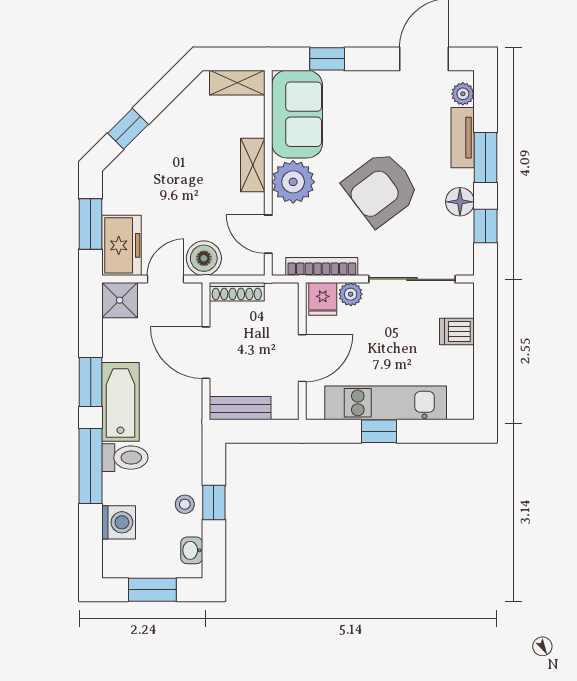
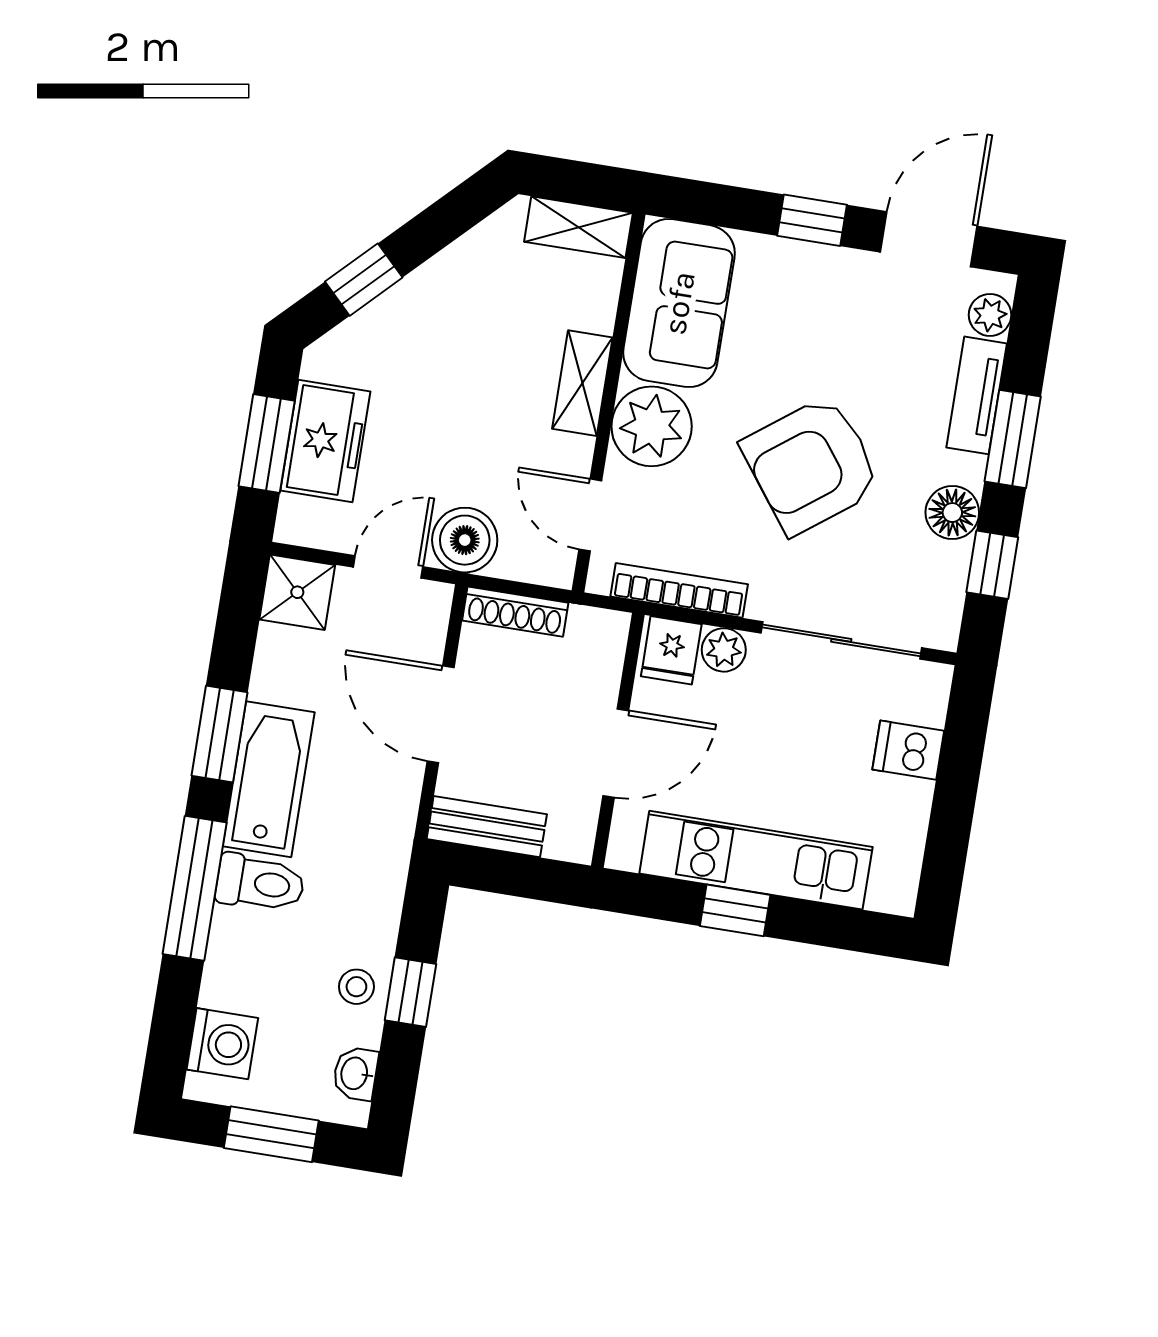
window: (327, 59) -> (812, 220), moved
freezer: (121, 245) -> (325, 441), moved
washing machine: (119, 522) -> (222, 1044), moved

